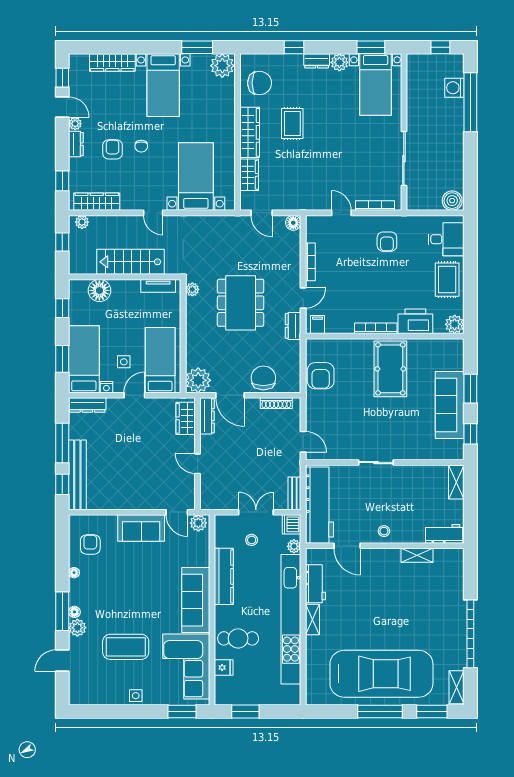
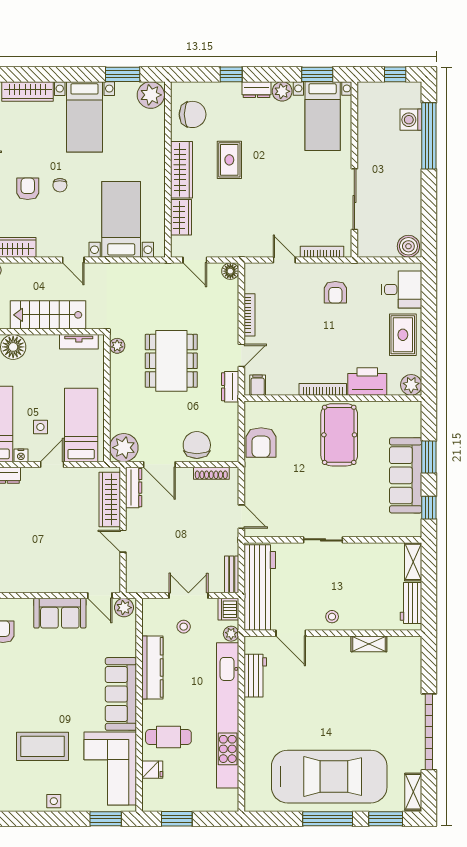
wardrobe: (186, 418) -> (110, 499), width x1.50
workbench: (444, 534) -> (411, 603), moved, turned -90
shelving: (312, 620) -> (252, 716), removed

